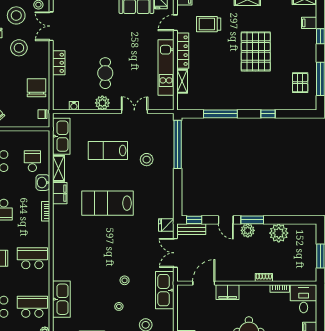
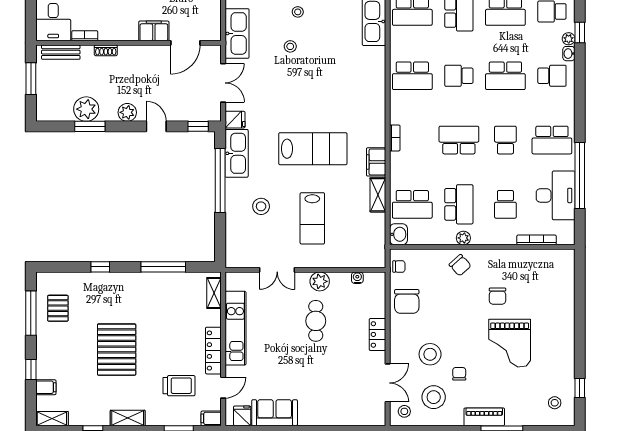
shelving: (182, 81) -> (214, 293), moved
kitchen sink: (61, 136) -> (237, 153), moved, turned 180
window: (178, 144) -> (220, 181), moved
lab bench: (108, 150) -> (312, 218), turned 90
school desk: (32, 161) -> (412, 204), width x1.85
washbasin: (43, 183) -> (398, 234), moved
window: (252, 220) -> (90, 126), moved
bench: (191, 229) -> (61, 52), moved

